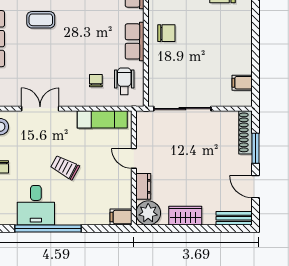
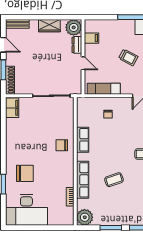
wheelchair: (124, 81) -> (89, 114), removed
filing cabinet: (242, 83) -> (12, 108), width x2.00
filing cabinet: (121, 217) -> (91, 38), moved

